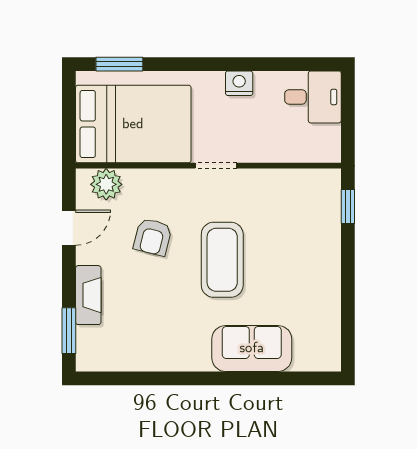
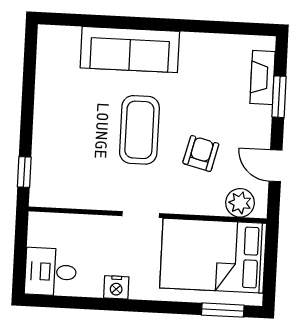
door: (69, 228) -> (276, 166), hinge flipped
fireplace: (88, 295) -> (263, 77), moved
window: (69, 331) -> (279, 97), moved
sofa: (252, 348) -> (130, 50), width x1.36

